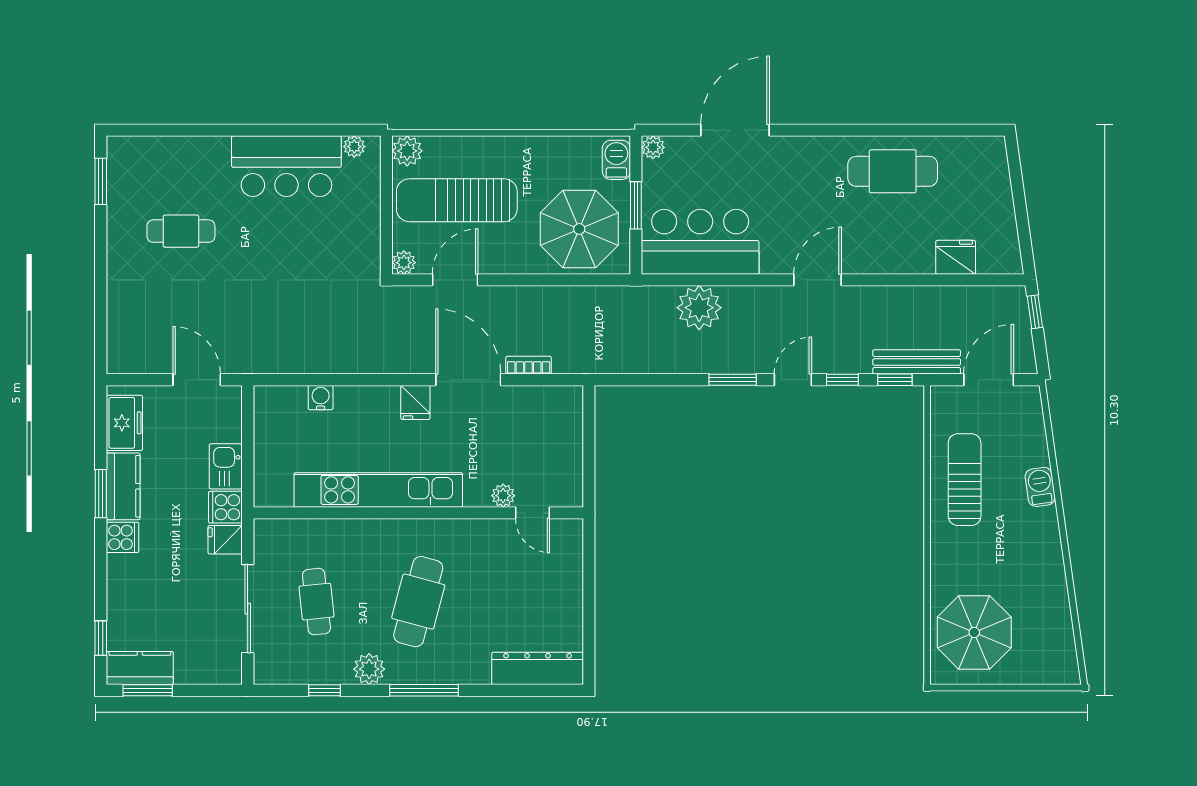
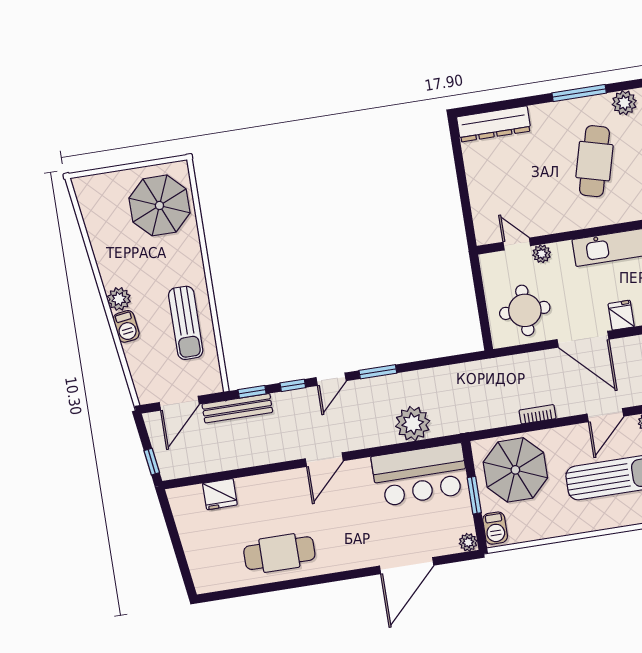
bookcase: (529, 365) -> (538, 414), moved, turned 180
round table: (536, 428) -> (525, 310), added
plant: (1044, 523) -> (119, 299), added

